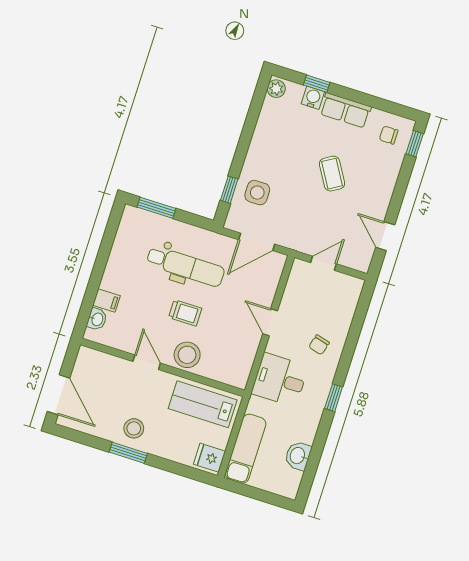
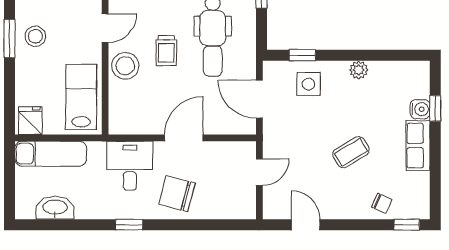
plant: (276, 89) -> (359, 70), moved
chair: (389, 135) -> (382, 203), moved, turned 114
door: (385, 236) -> (306, 225), hinge flipped
door: (323, 263) -> (259, 172), hinge flipped
door: (270, 322) -> (184, 138), width x1.38
chair: (319, 345) -> (177, 193), width x1.87, depth x1.87
washbasin: (298, 456) -> (55, 208), width x1.38

